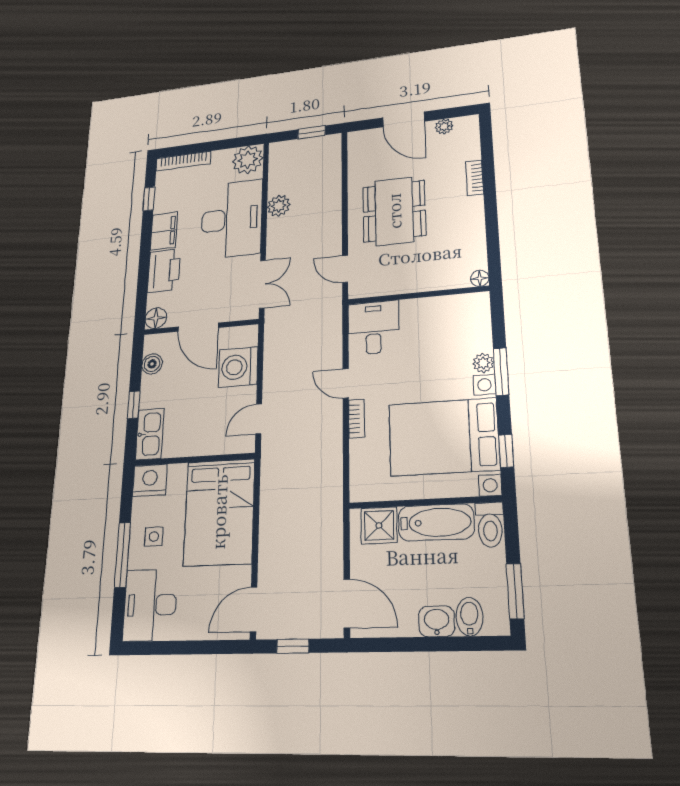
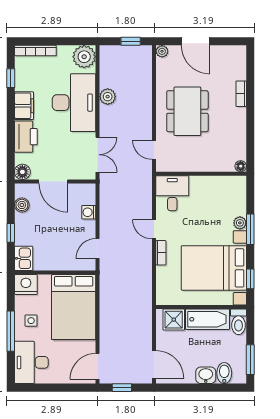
plant: (444, 127) -> (162, 51), moved
washing machine: (238, 367) -> (89, 212), width x0.53, depth x0.53
kitchen sink: (150, 434) -> (24, 258), width x0.73

